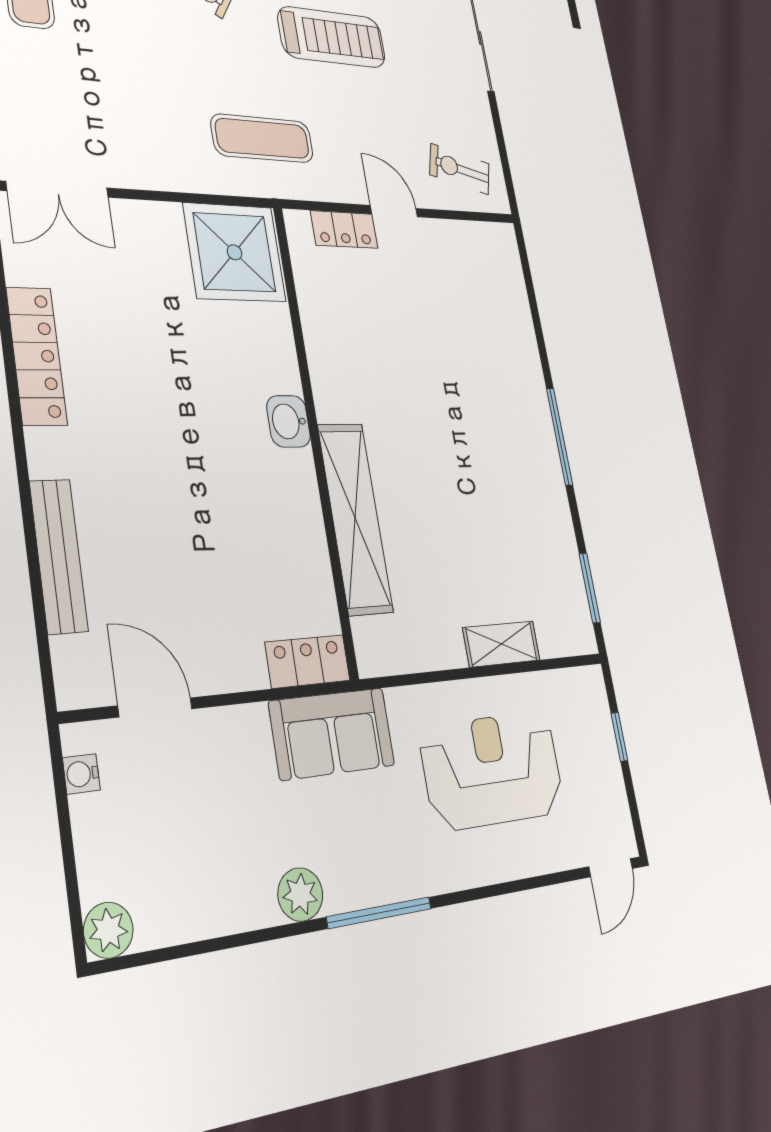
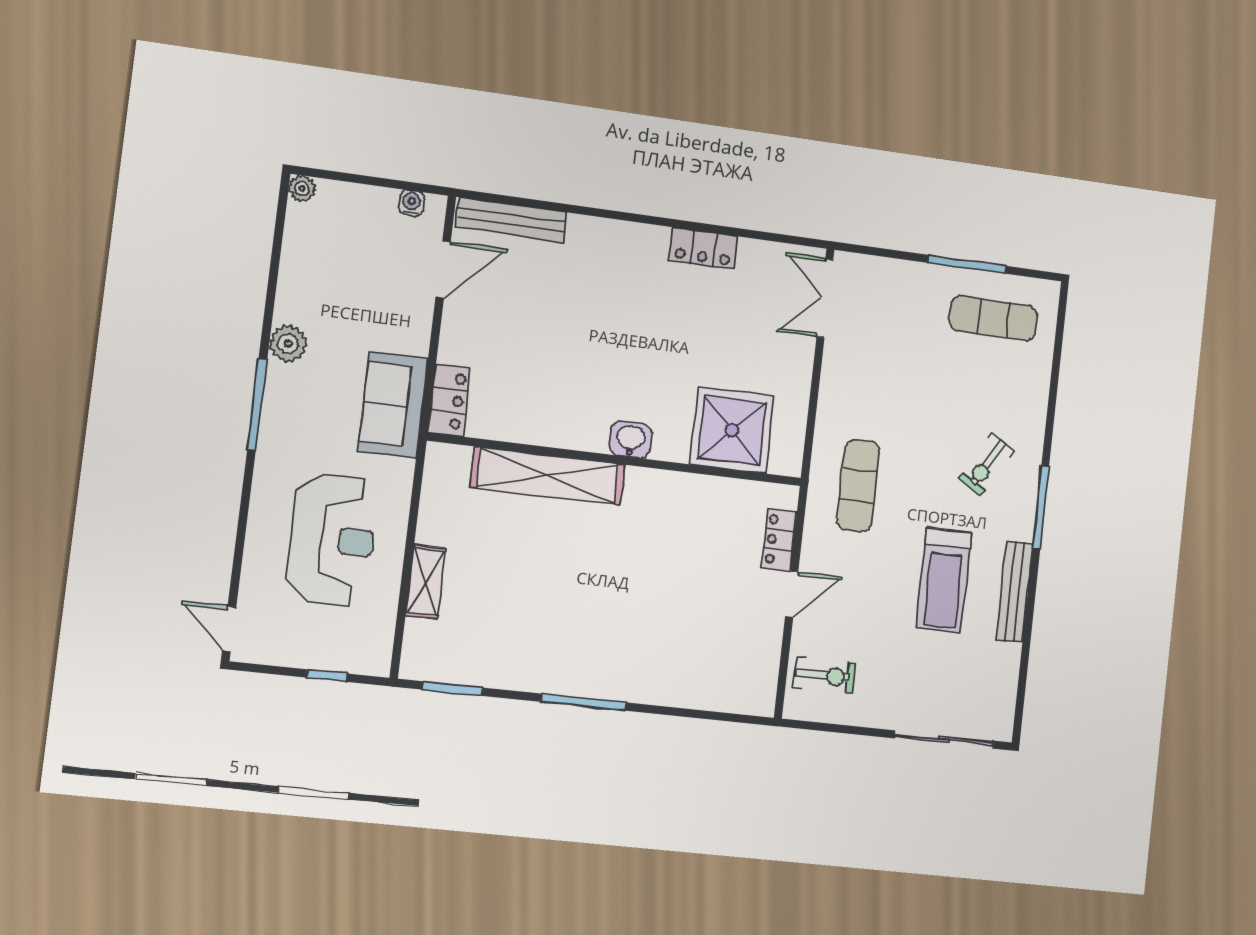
exercise bike: (460, 169) -> (825, 675), turned 76
shower: (234, 252) -> (732, 430), moved
locker: (37, 356) -> (703, 248), width x0.66
bench: (59, 556) -> (511, 220), moved
plant: (108, 930) -> (302, 188), width x0.73, depth x0.73

